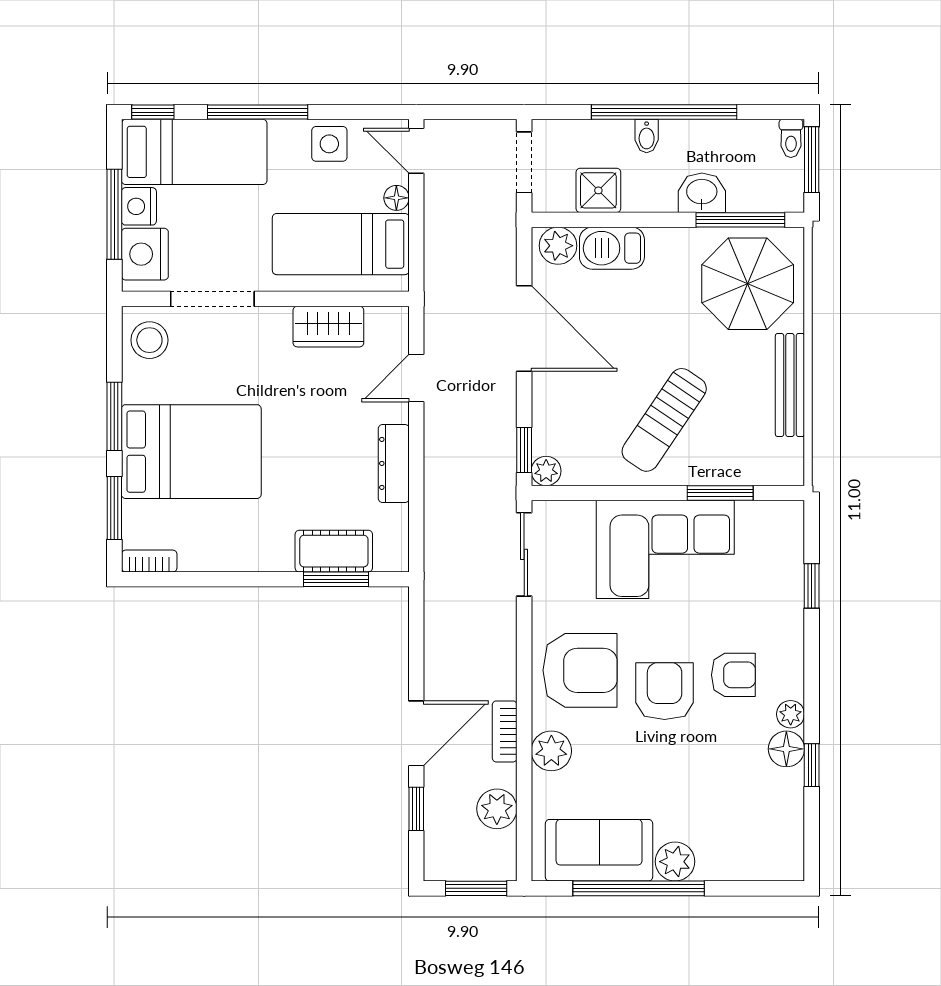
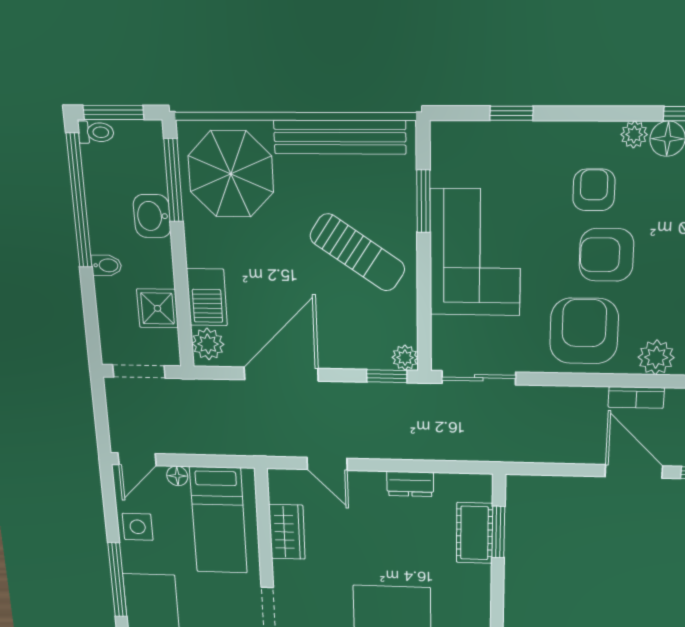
window: (664, 112) -> (79, 201), moved
bench: (790, 385) -> (340, 137), width x1.37, depth x1.21
dresser: (394, 463) -> (410, 484), width x0.70

